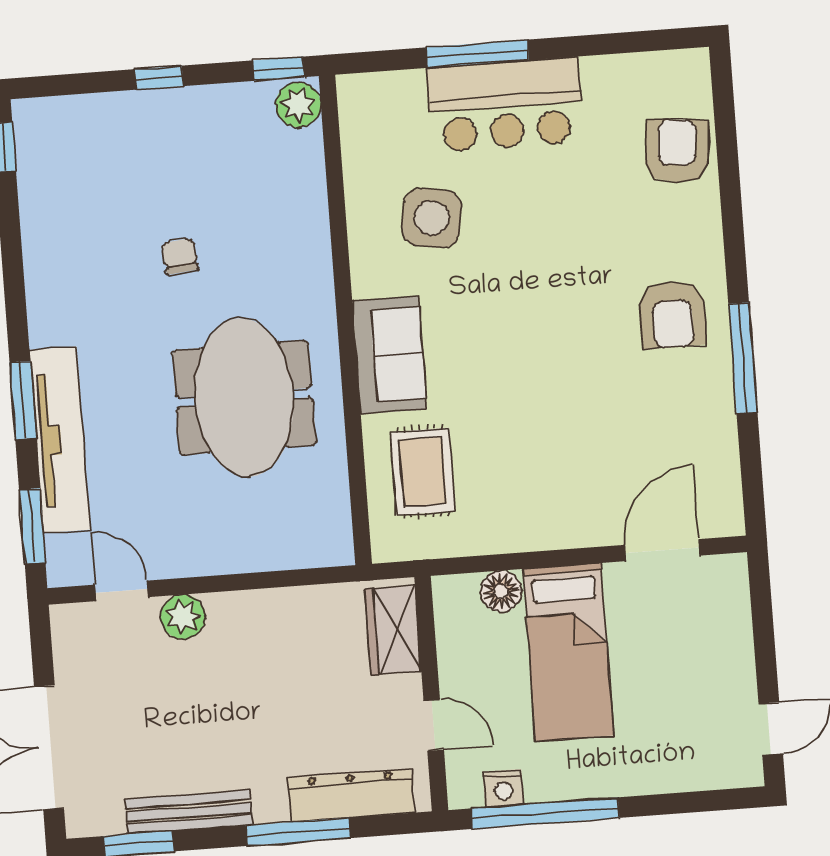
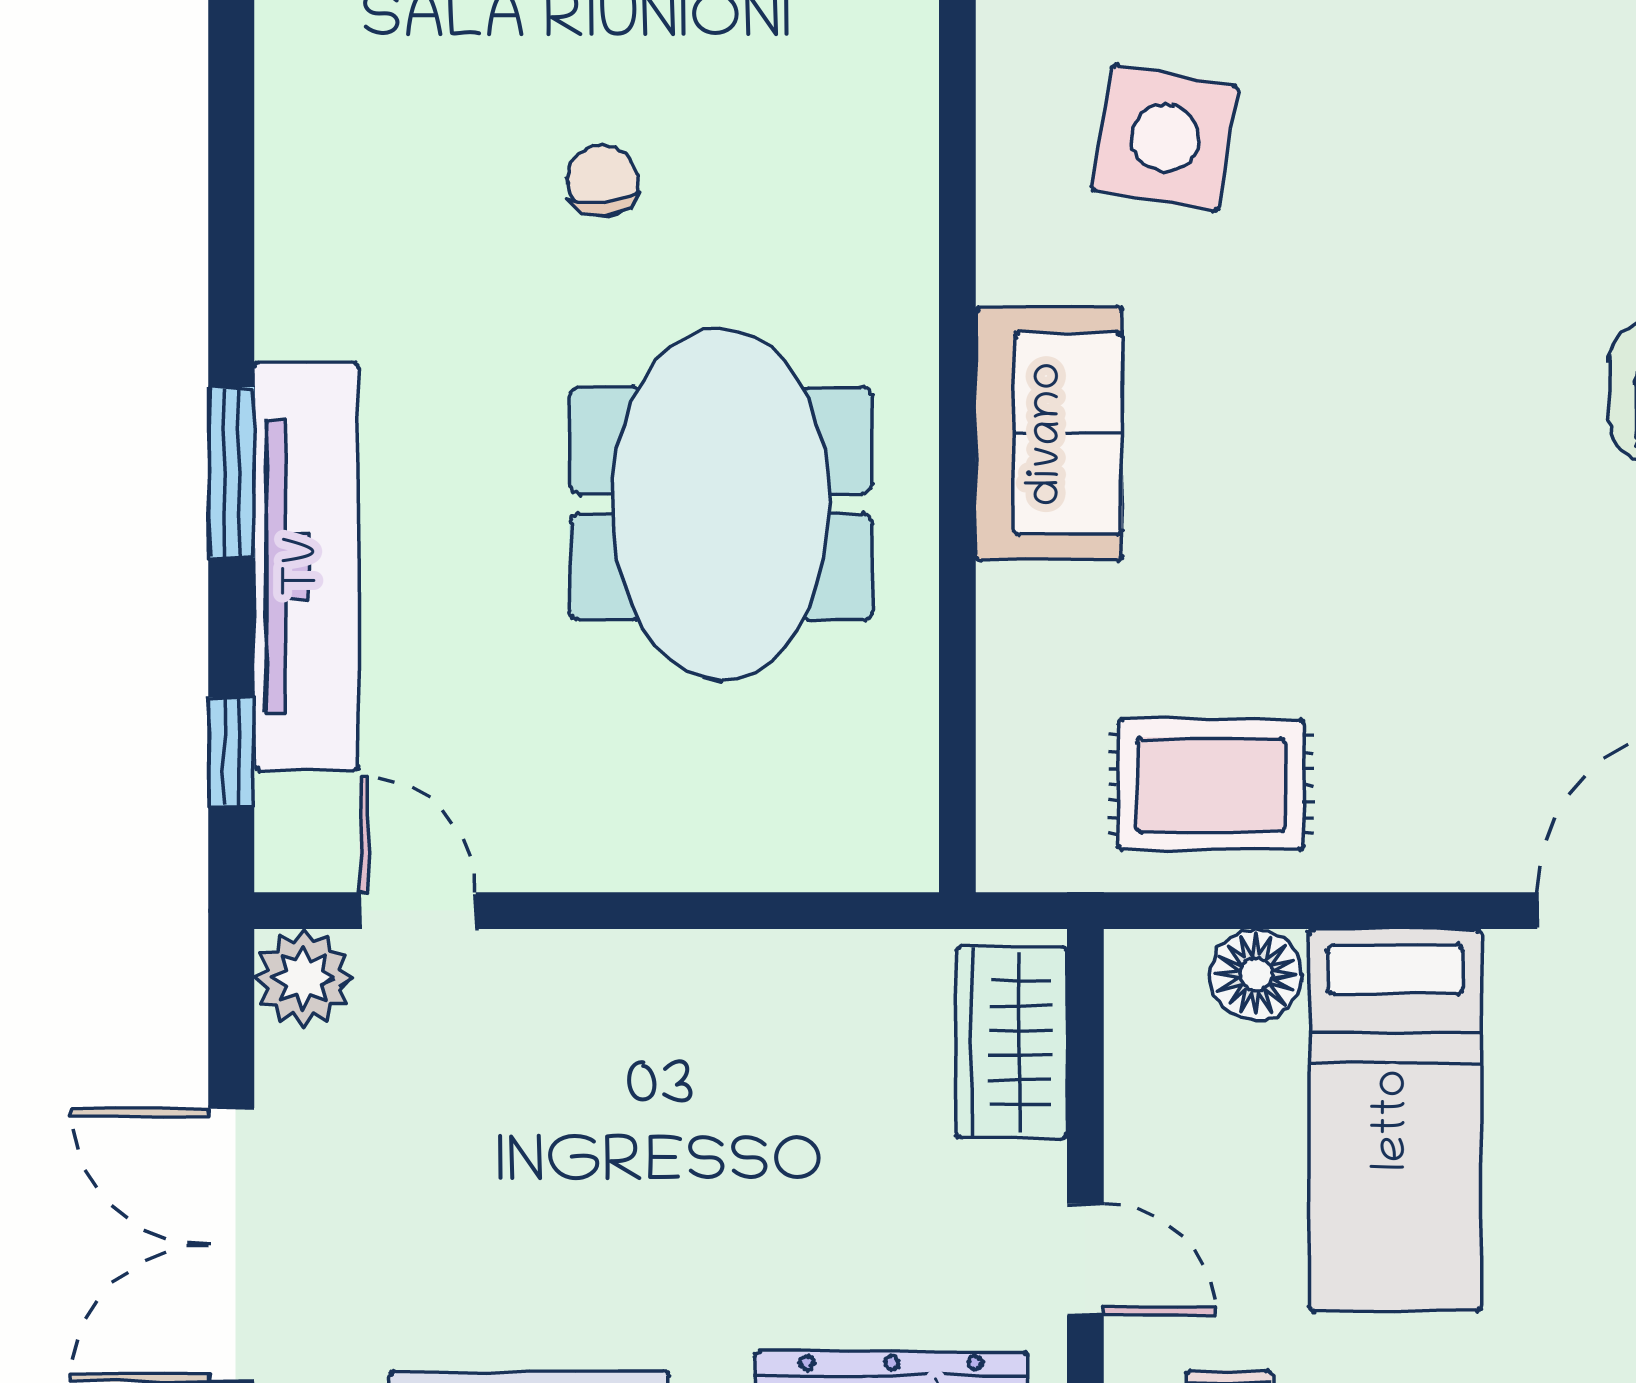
rug: (423, 472) -> (1211, 785), moved, turned 90
window: (32, 526) -> (231, 753), width x0.67
plant: (183, 617) -> (303, 978), moved

